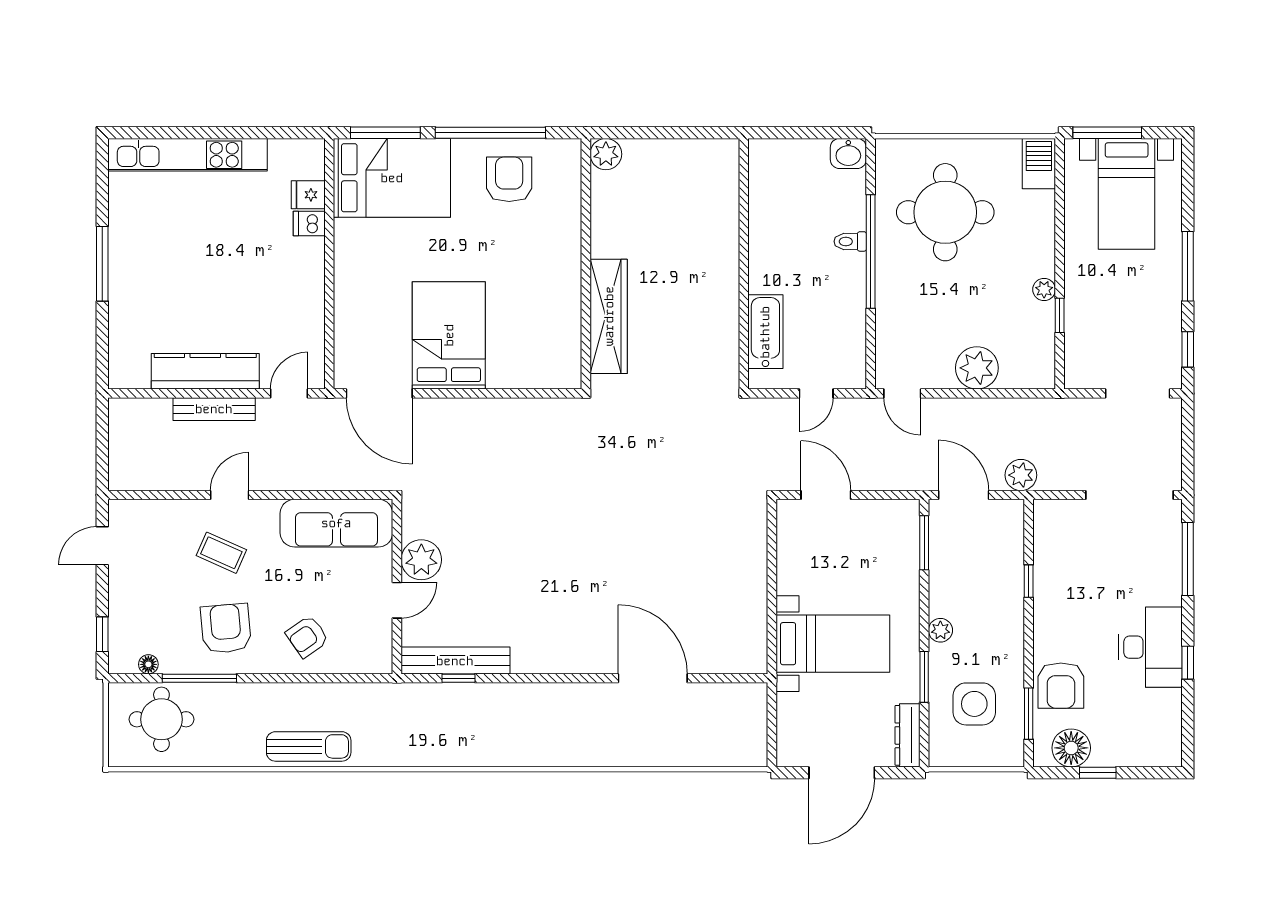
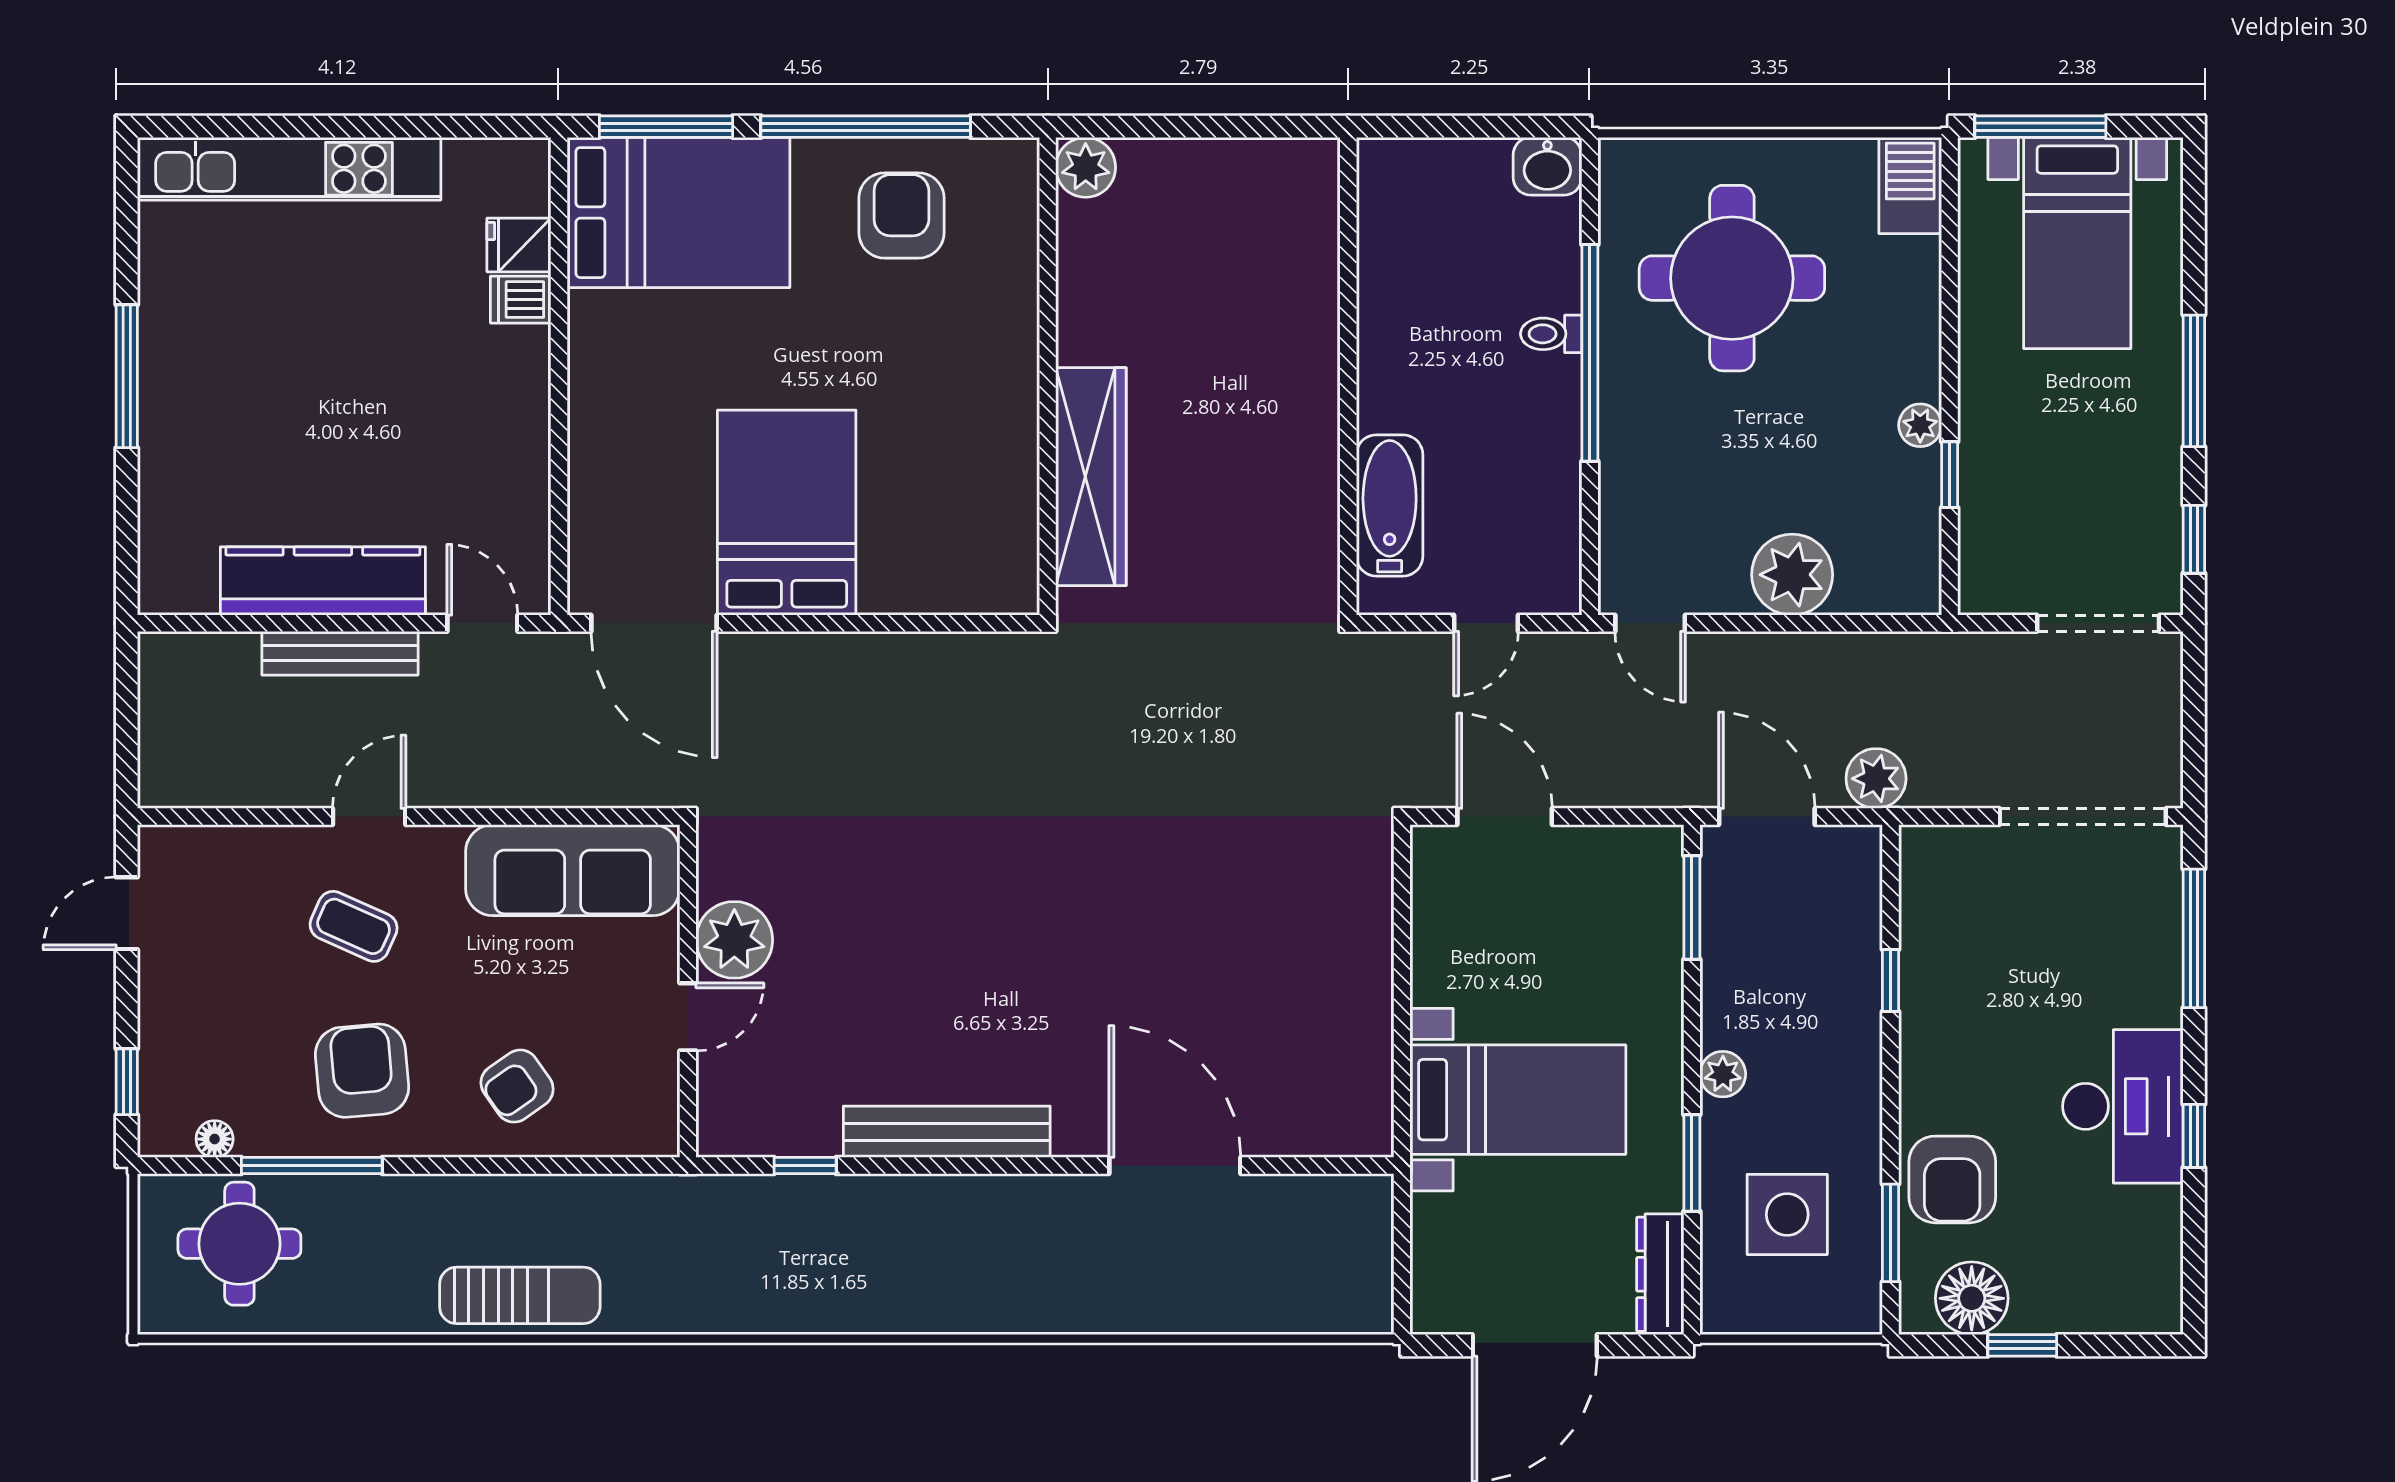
door: (289, 393) -> (482, 623), hinge flipped
bench: (455, 661) -> (947, 1132), moved

